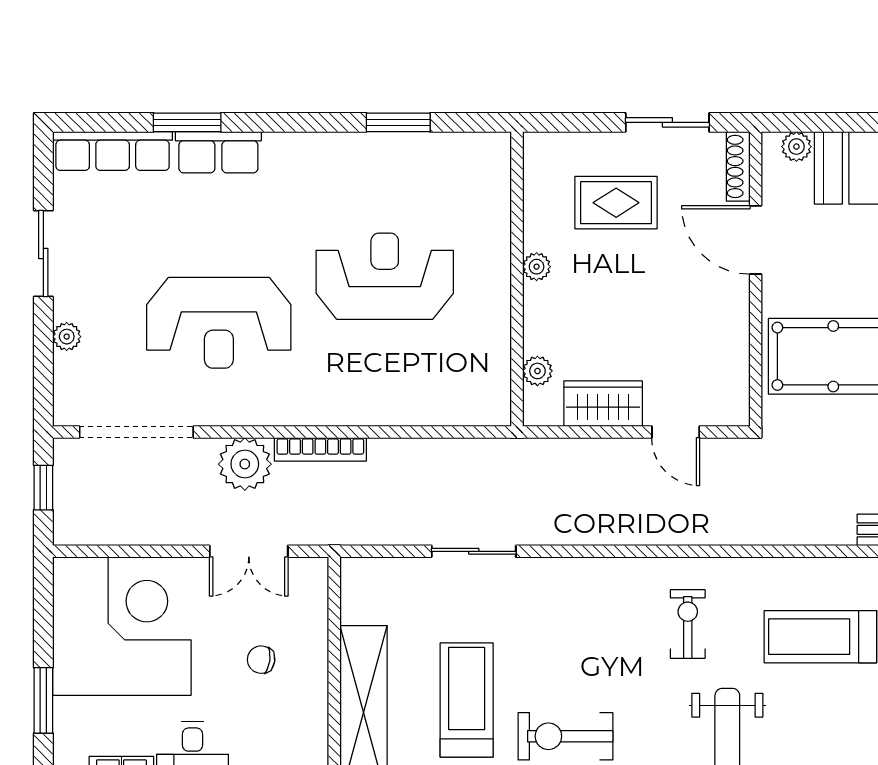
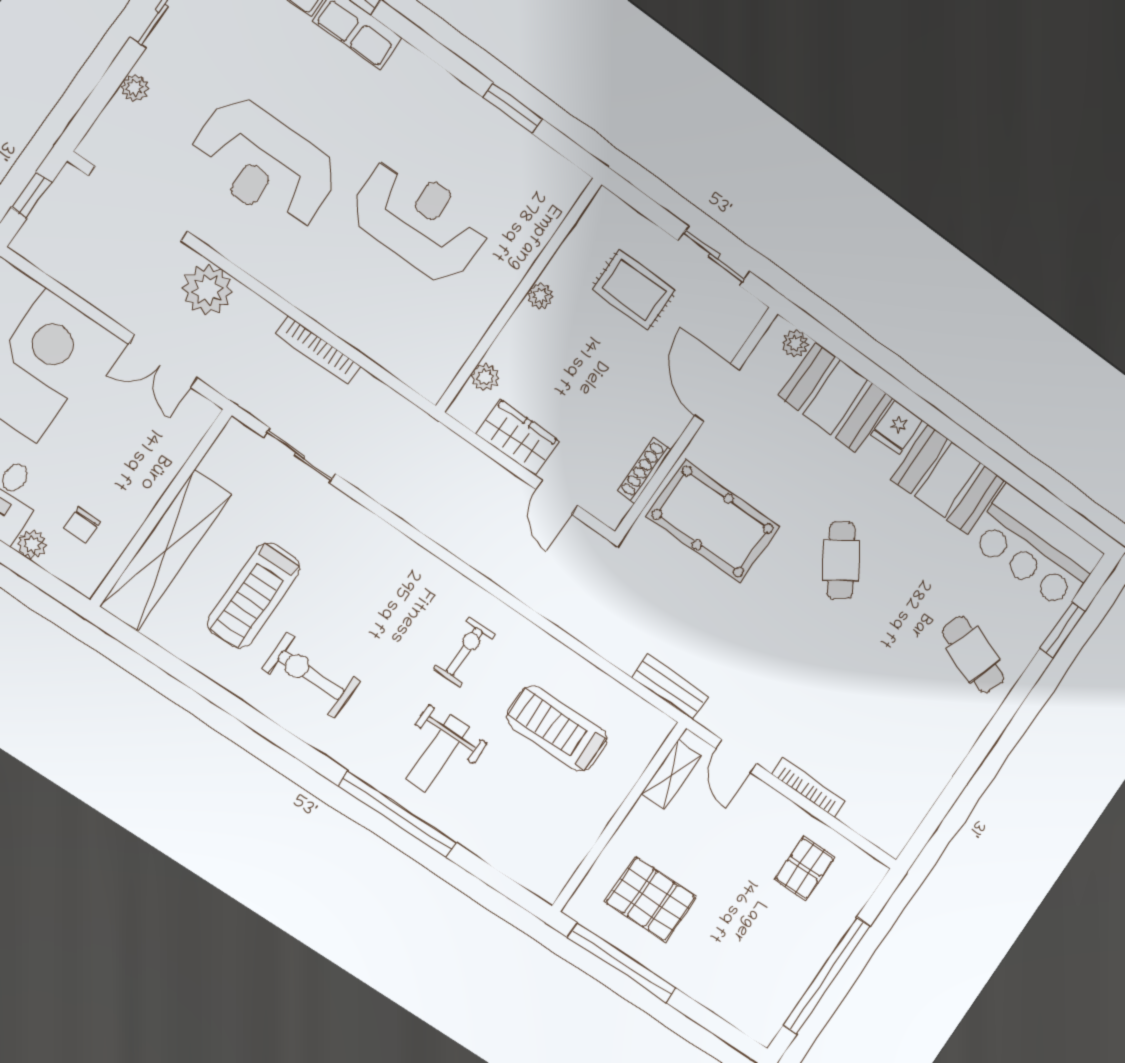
shoe rack: (738, 166) -> (645, 470), moved
bookcase: (320, 449) -> (318, 350), moved
sliding door: (474, 551) -> (300, 455), moved
chair: (261, 660) -> (82, 525), moved, turned -98
treadmill: (467, 700) -> (254, 595), turned 180

